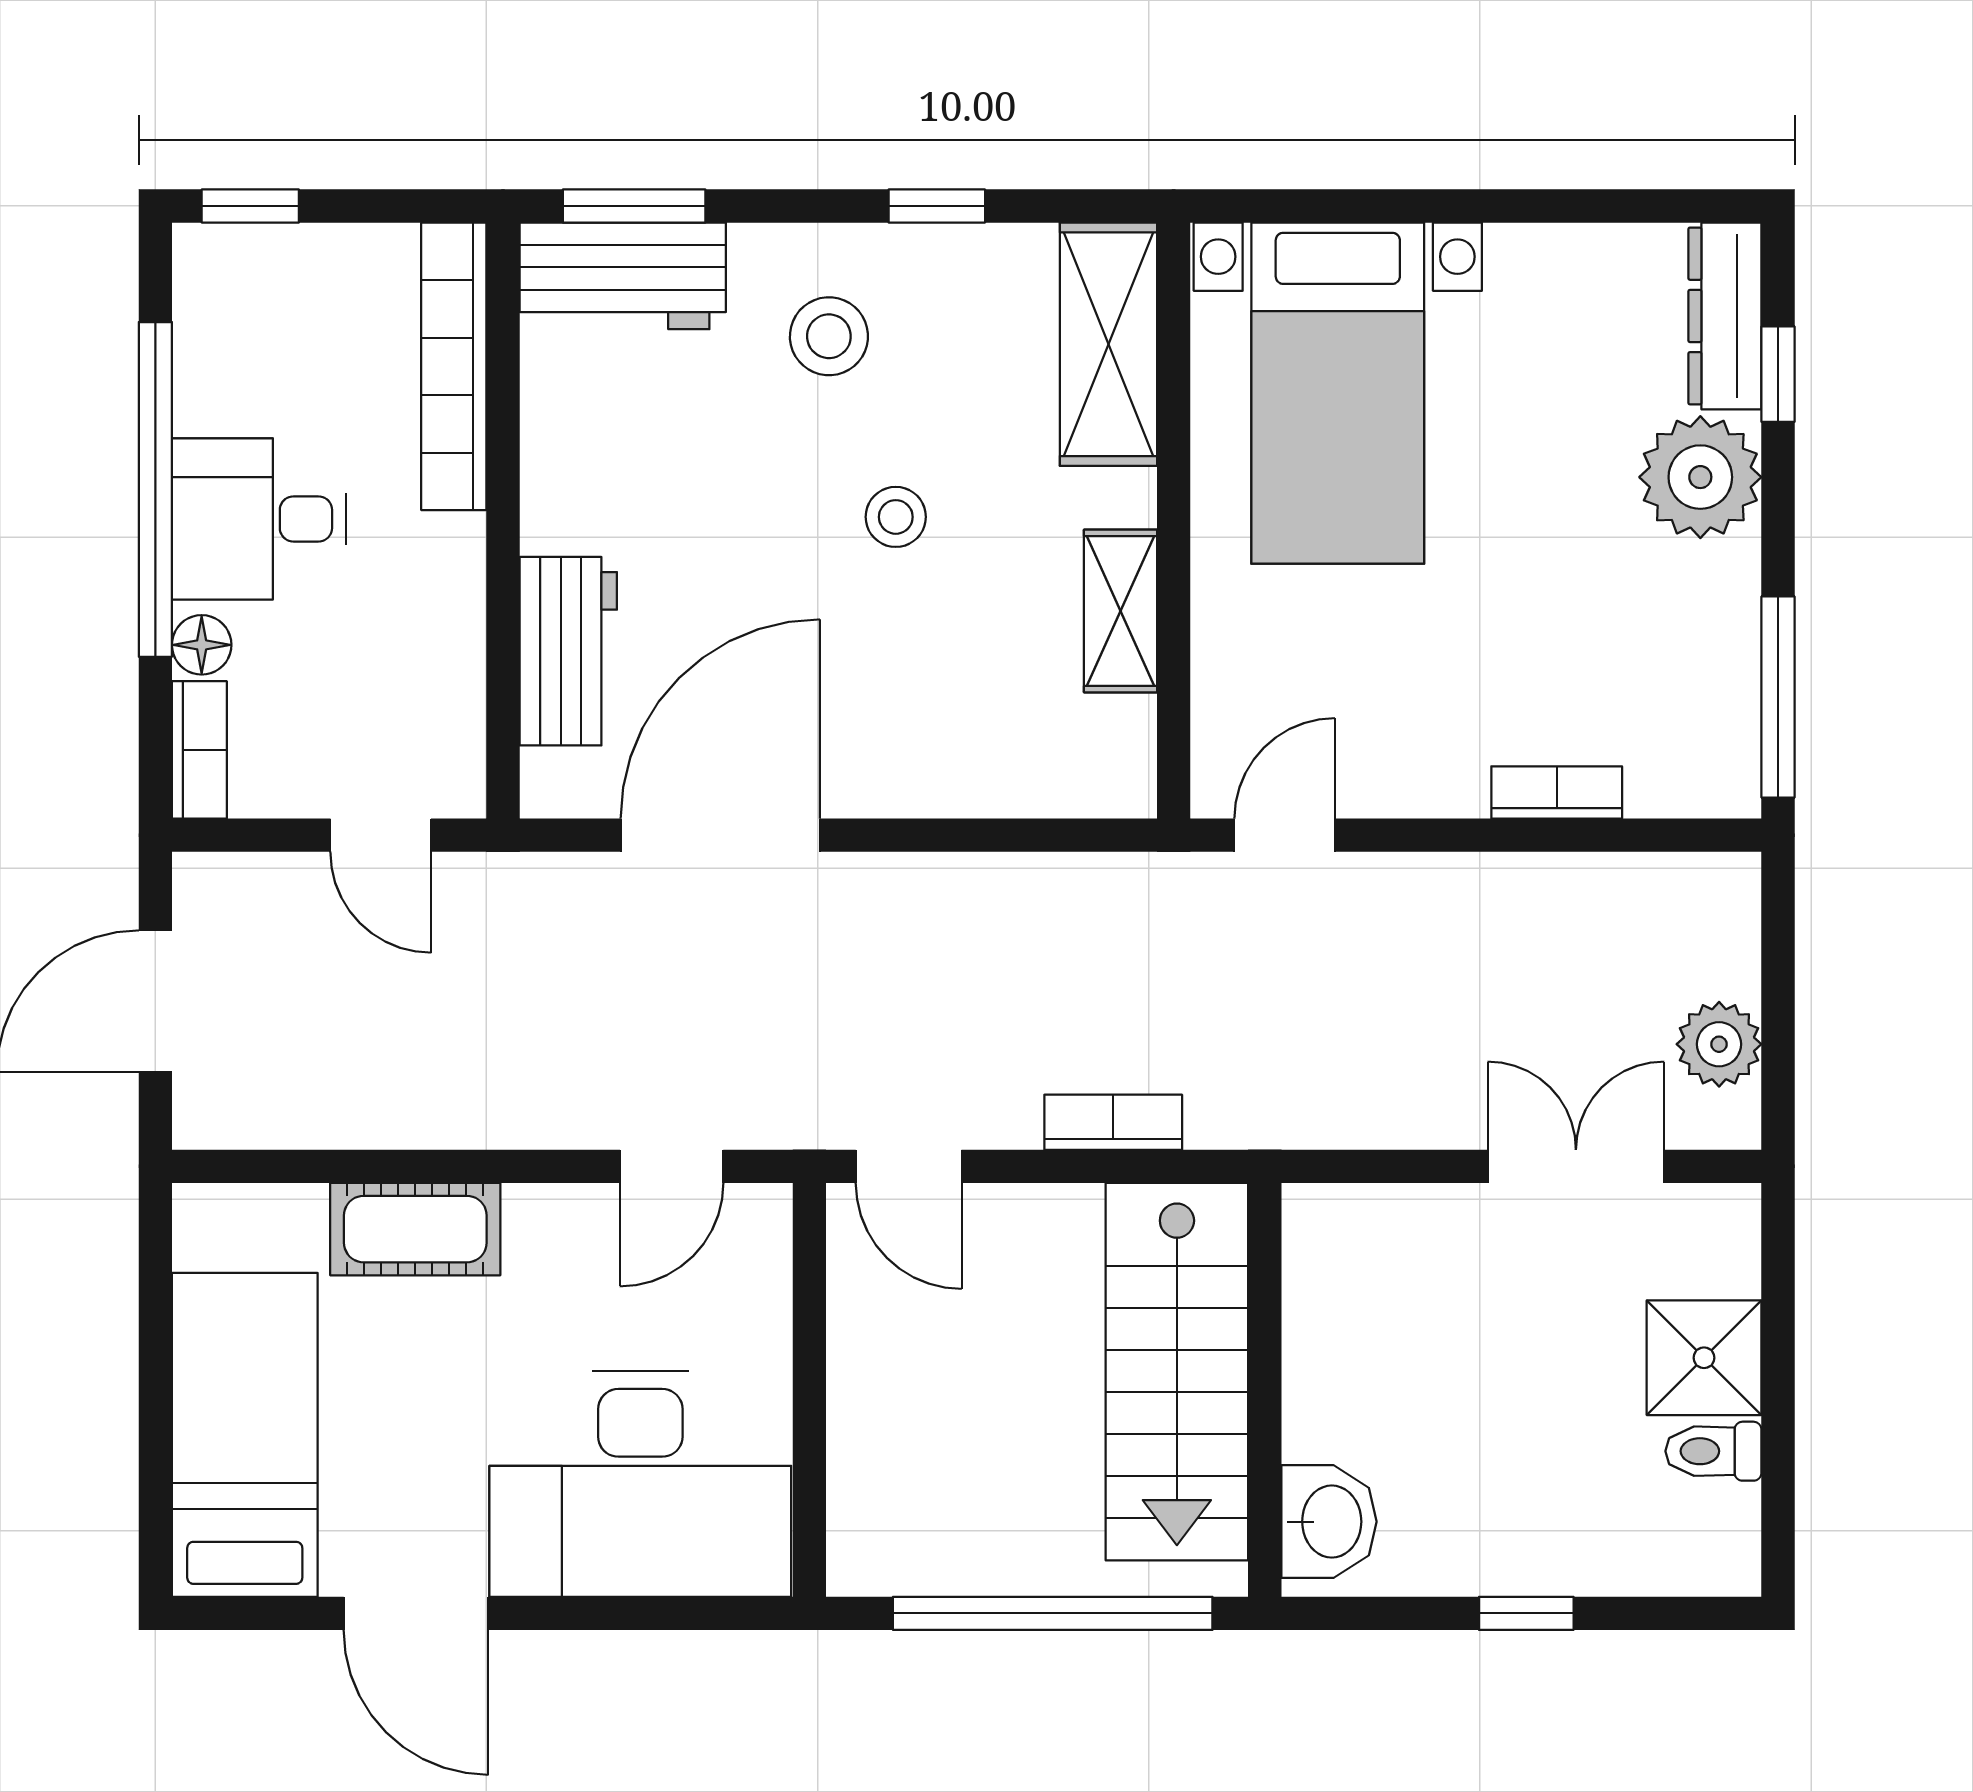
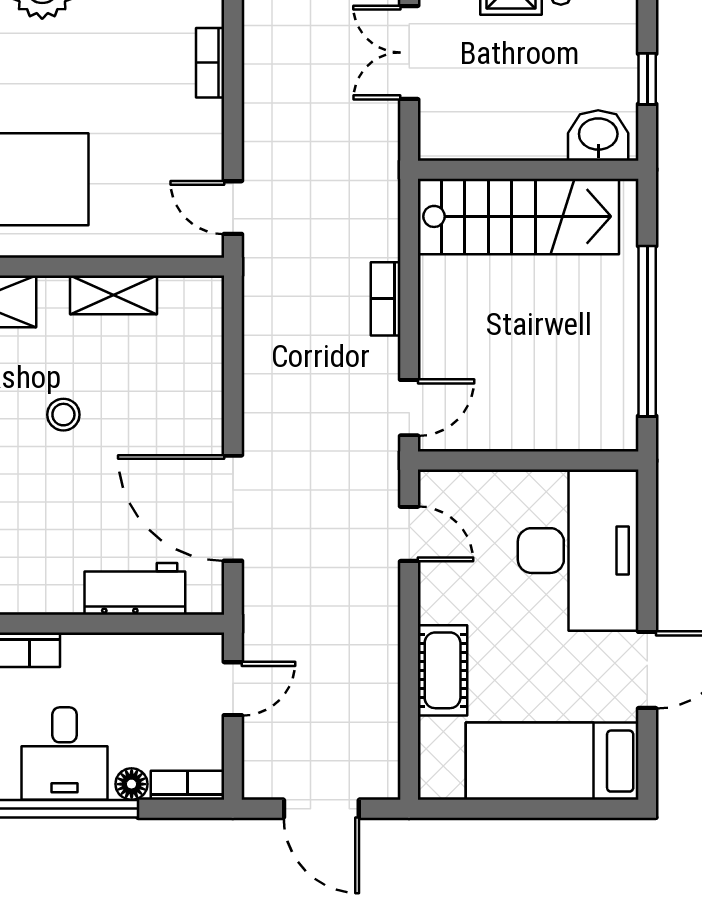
stairs: (1177, 1372) -> (518, 216), moved
wall: (1265, 1390) -> (528, 170), moved
washbasin: (1329, 1522) -> (598, 136), moved

